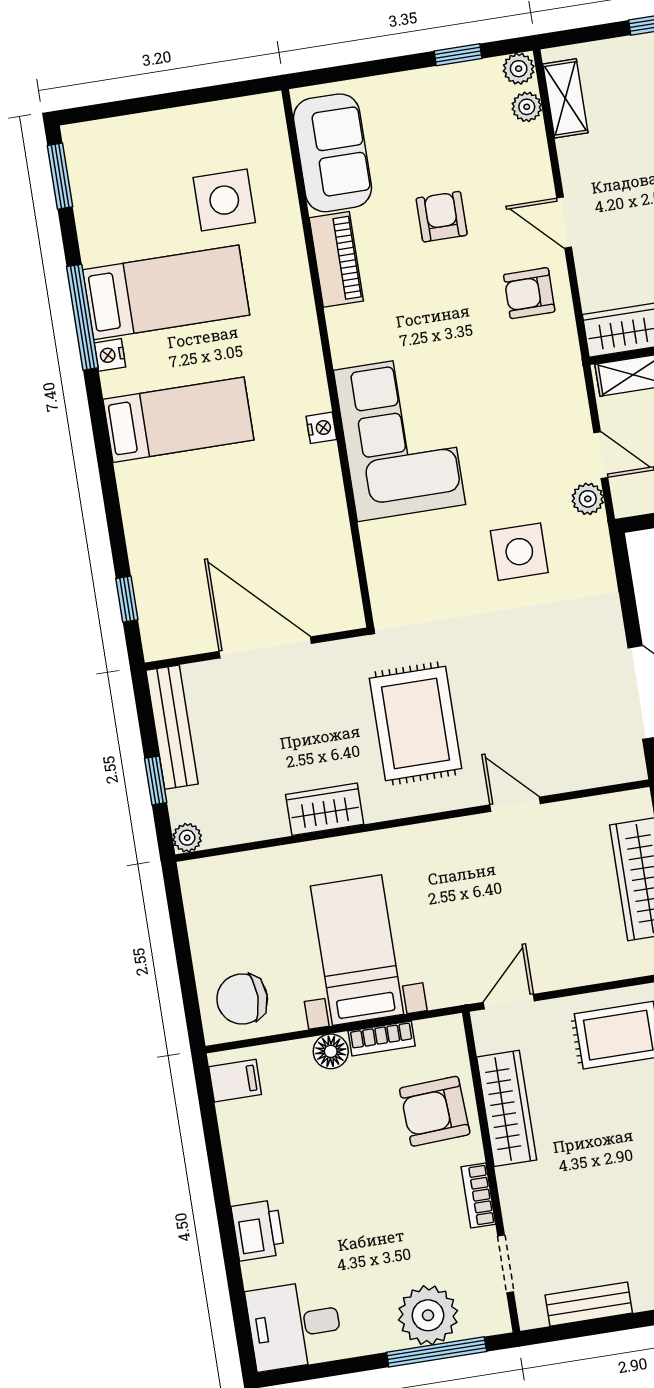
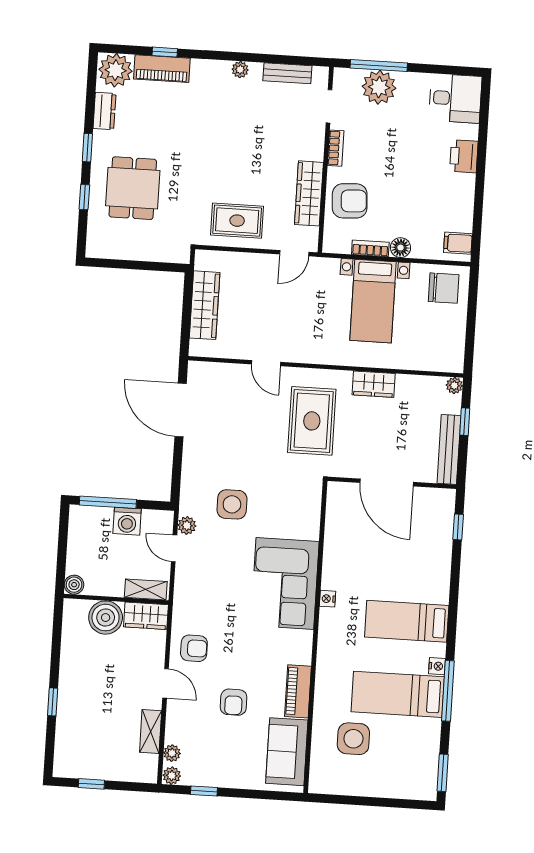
shelving: (565, 98) -> (151, 731), moved

